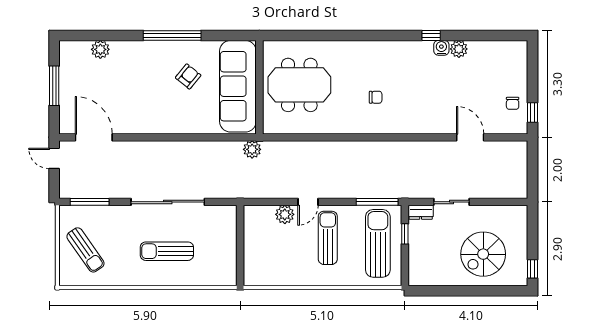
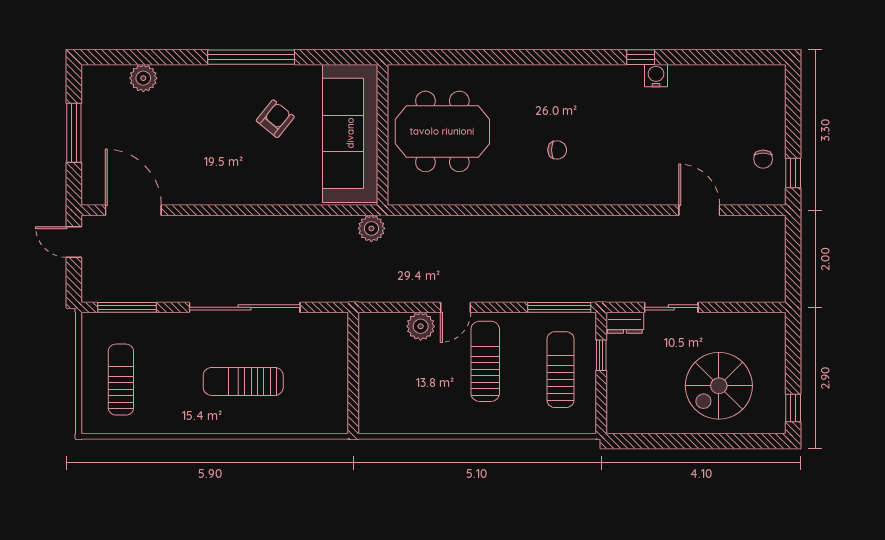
plant: (459, 49) -> (682, 77), removed
sun lounger: (378, 243) -> (560, 370), width x0.73, depth x0.75
sun lounger: (85, 250) -> (121, 380), turned -145

